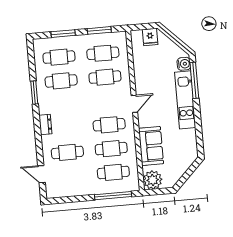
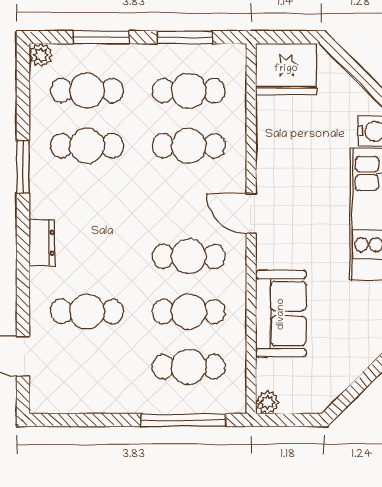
fridge: (150, 37) -> (286, 69), width x1.88, depth x1.34
plant: (38, 44) -> (41, 55), added
door: (134, 104) -> (251, 213), swing flipped
plant: (153, 180) -> (267, 402), width x0.53, depth x0.53

